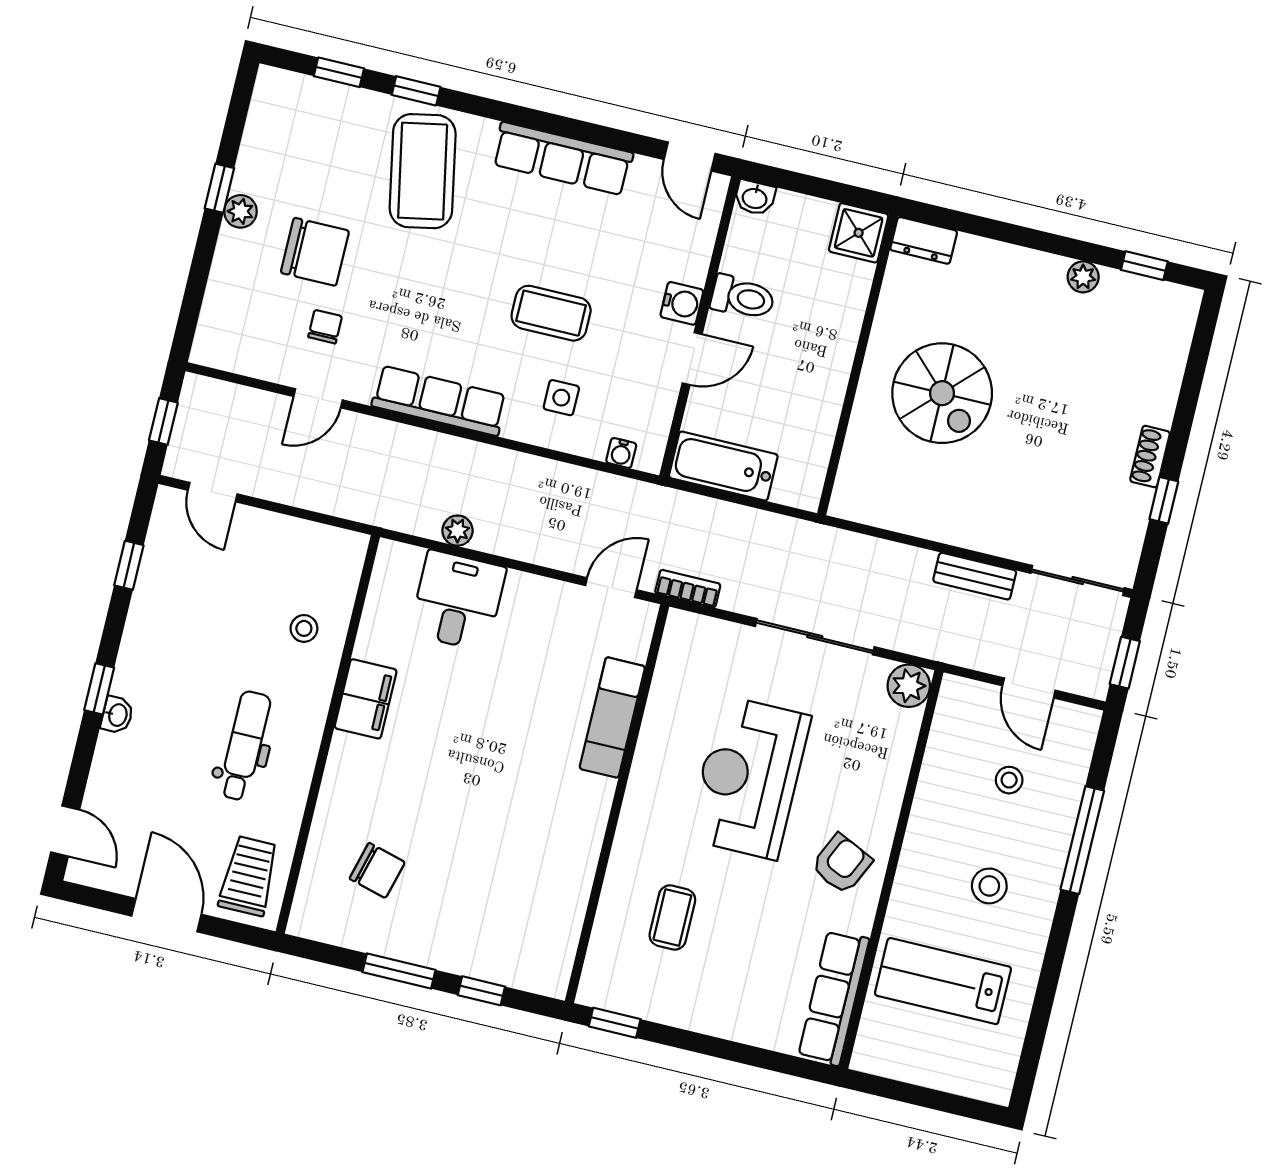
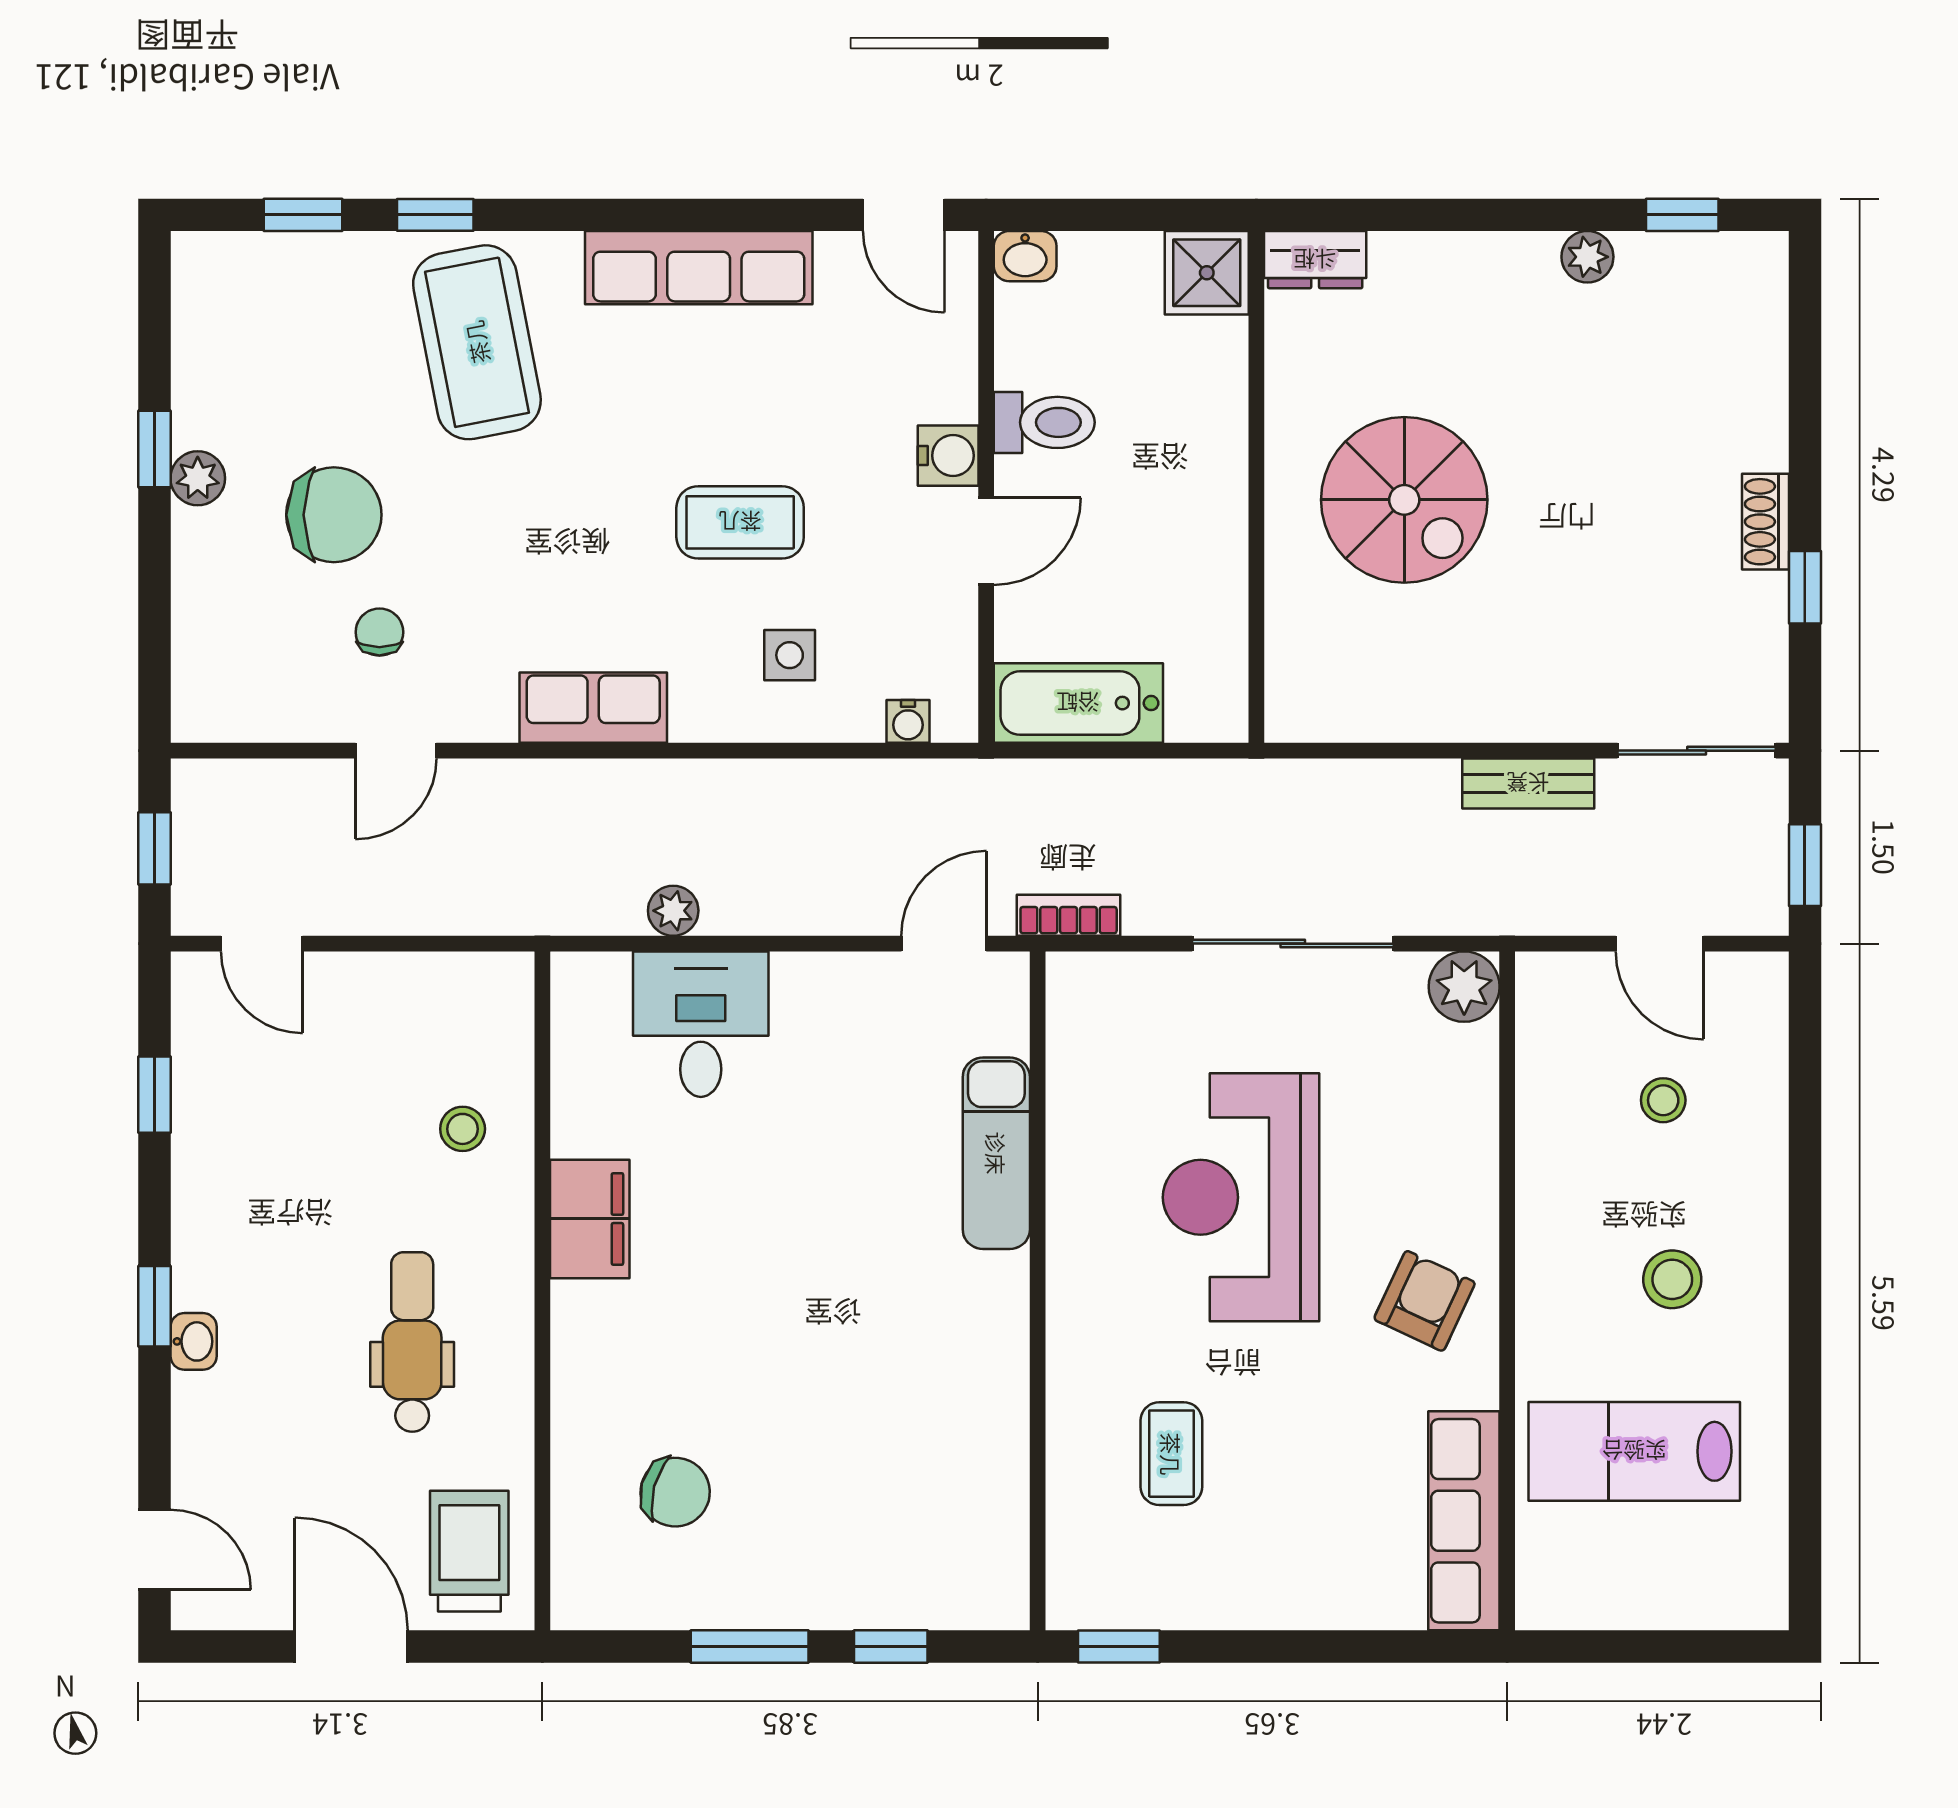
row of seats: (439, 401) -> (593, 708), width x0.68
window: (1082, 840) -> (1805, 1169), removed

